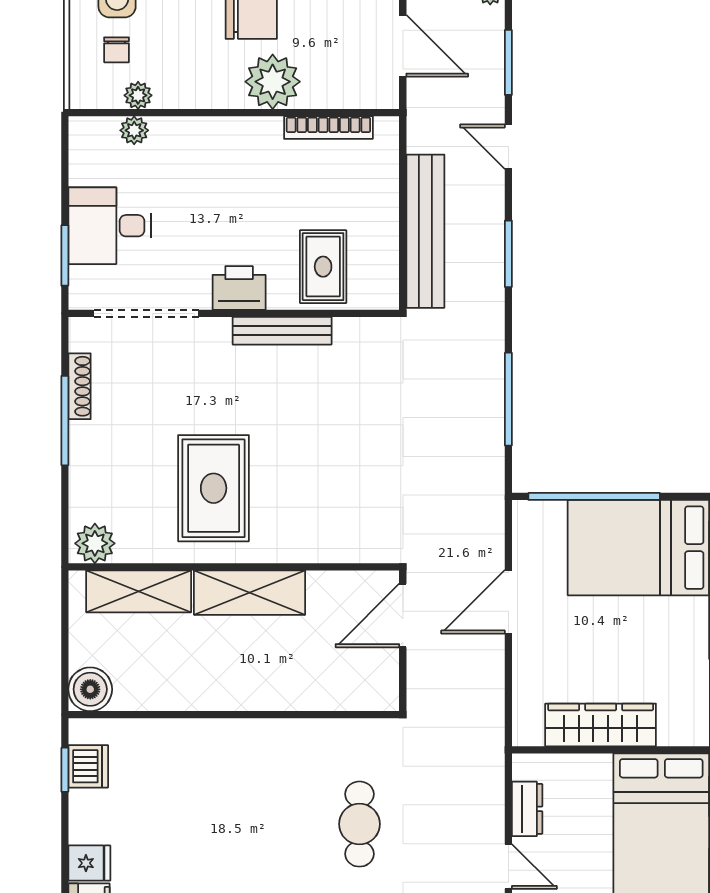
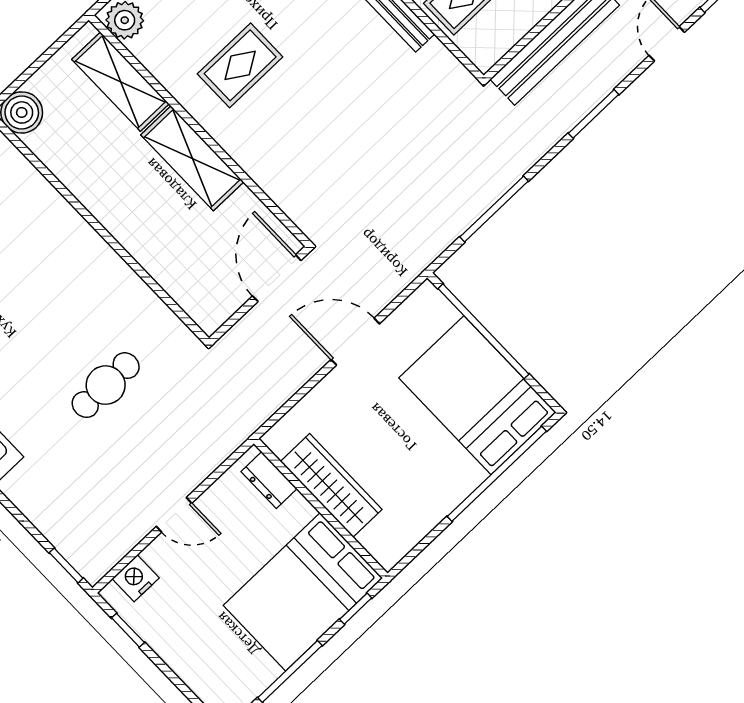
rug: (214, 488) -> (240, 65), width x0.73, depth x0.70
door: (403, 615) -> (277, 278), hinge flipped
dresser: (527, 809) -> (269, 480), moved, turned 90
door: (508, 867) -> (174, 515), hinge flipped

